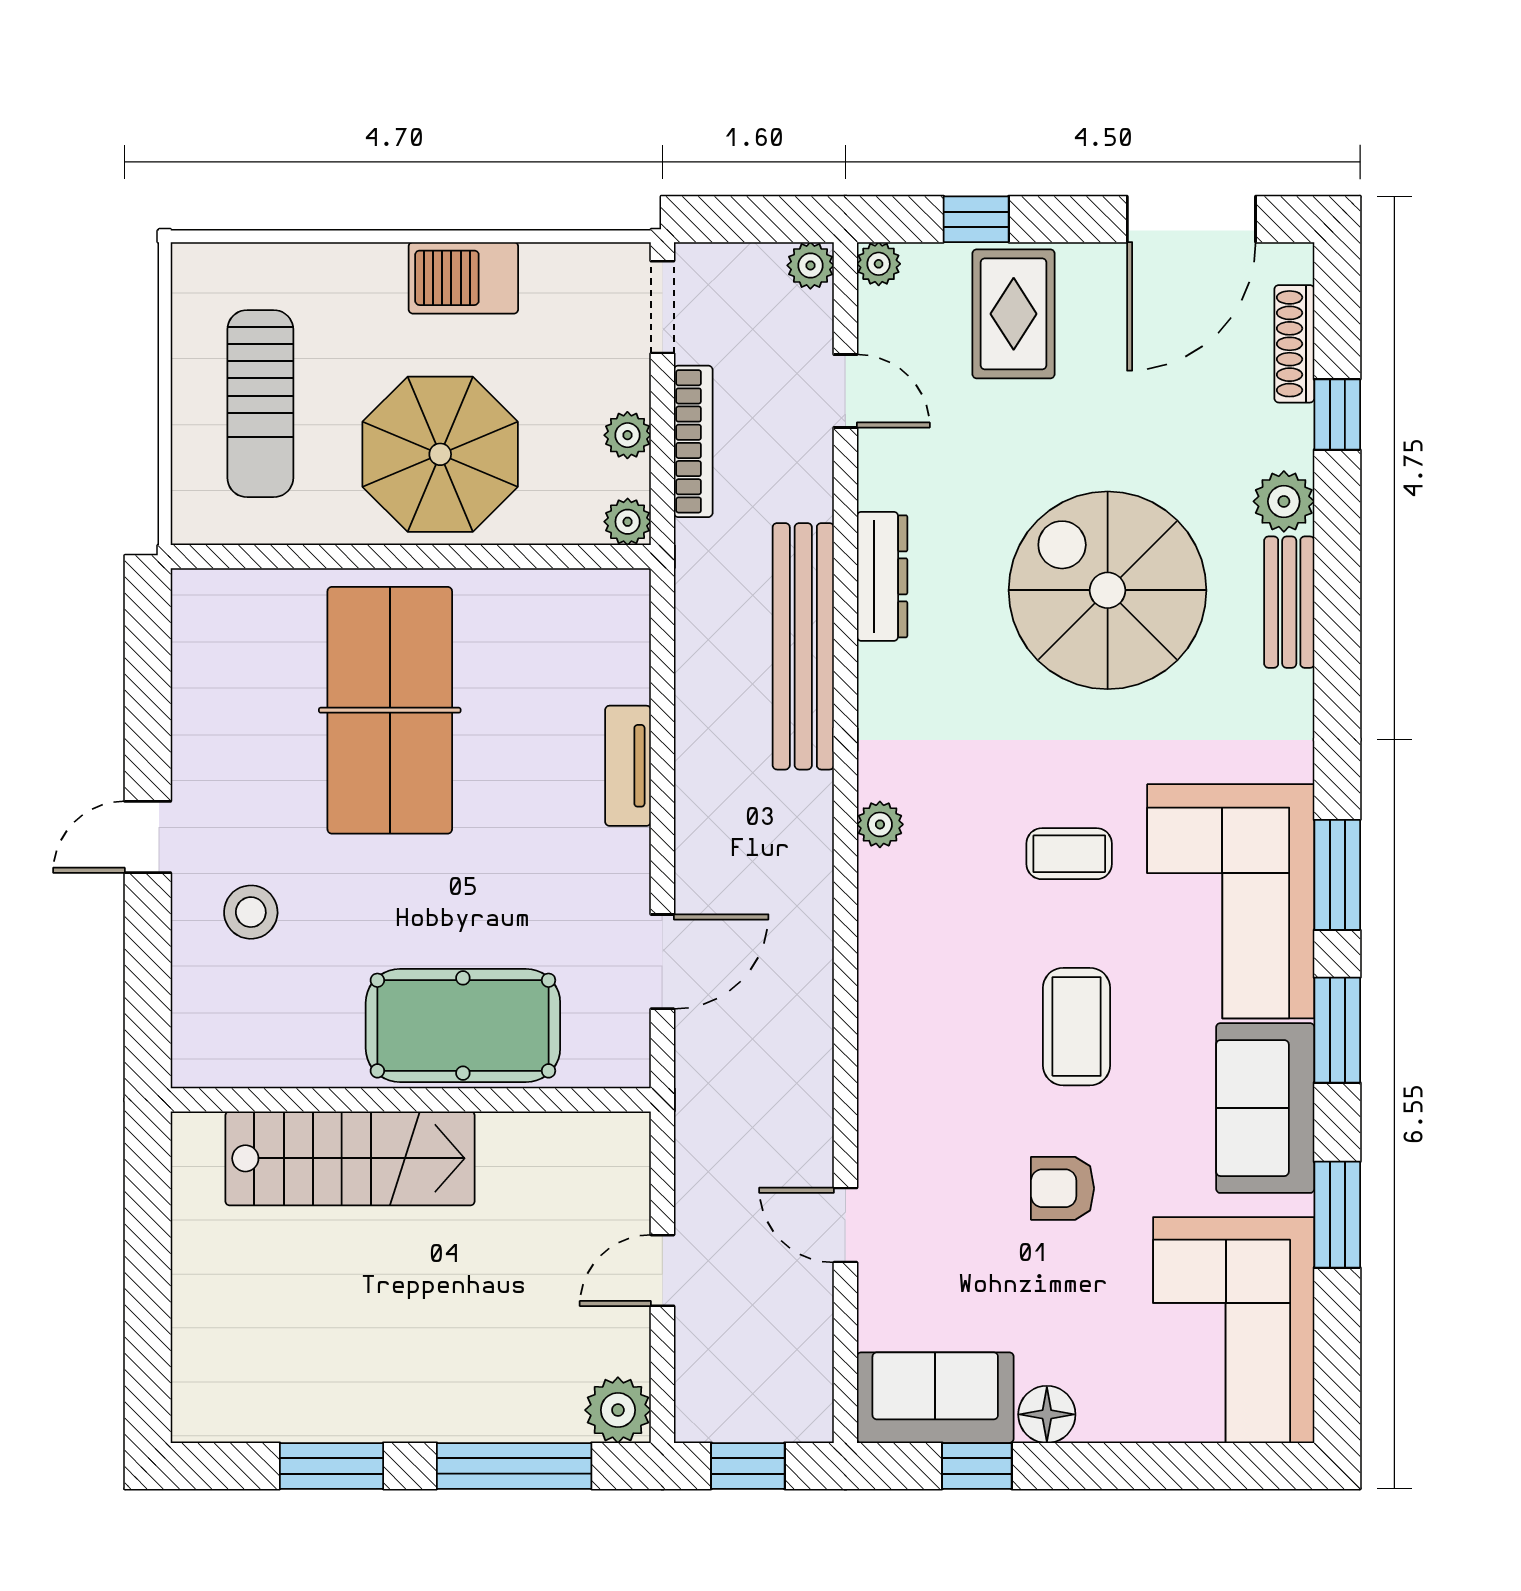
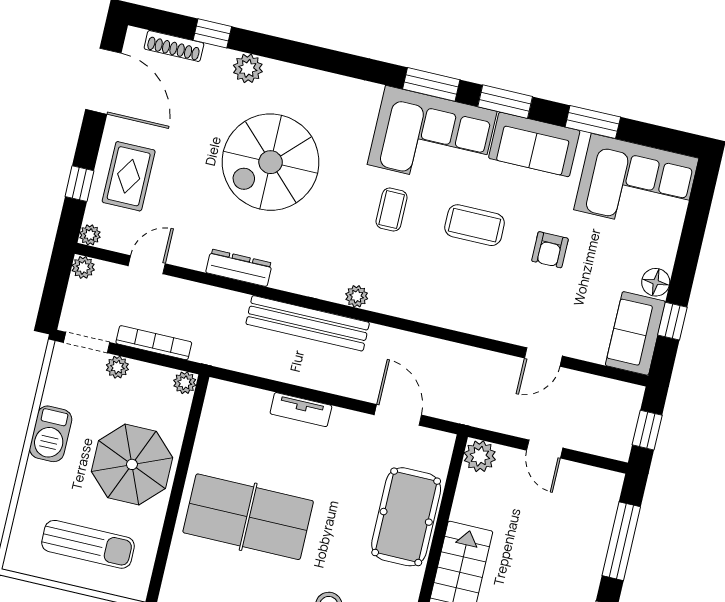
rug: (1014, 314) -> (129, 176), turned 90
plant: (627, 435) -> (117, 367), moved
bench: (1289, 602) -> (296, 77), removed
bench: (803, 646) -> (308, 323), moved
plant: (618, 1410) -> (480, 456), moved

